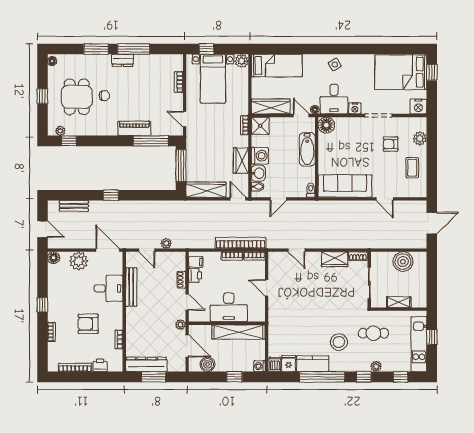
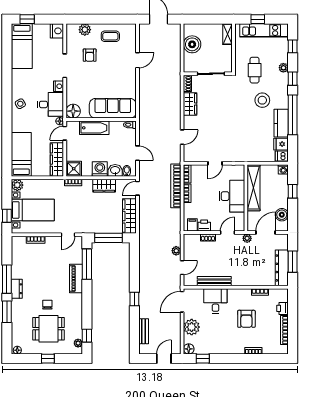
bed: (401, 72) -> (22, 46), width x0.67
sofa: (345, 186) -> (113, 108), moved, turned 90
shelving: (399, 302) -> (228, 34), moved
window: (42, 305) -> (203, 359), moved

